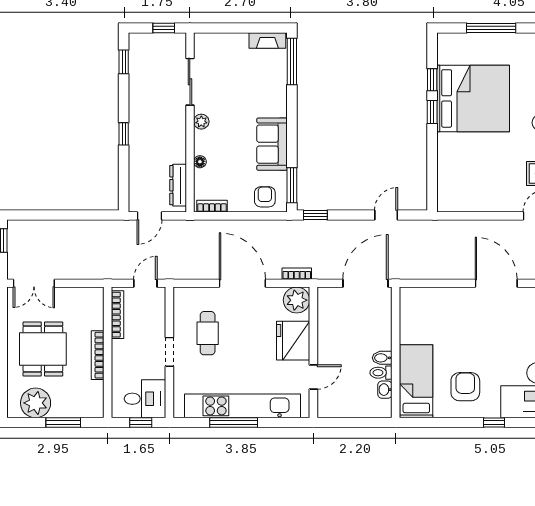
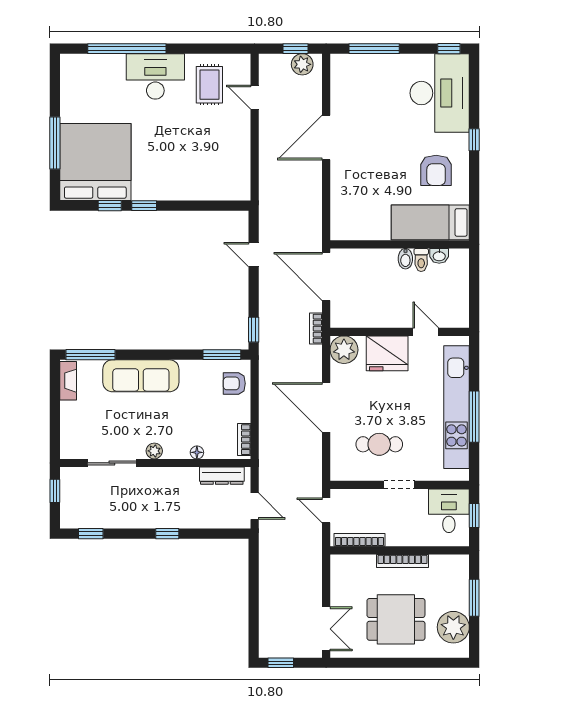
bed: (473, 98) -> (95, 162), moved
sofa: (272, 144) -> (141, 376), moved, width x1.36
bookcase: (297, 274) -> (316, 329), moved
door: (242, 283) -> (326, 407), hinge flipped
armchair: (465, 387) -> (436, 170), turned -90

